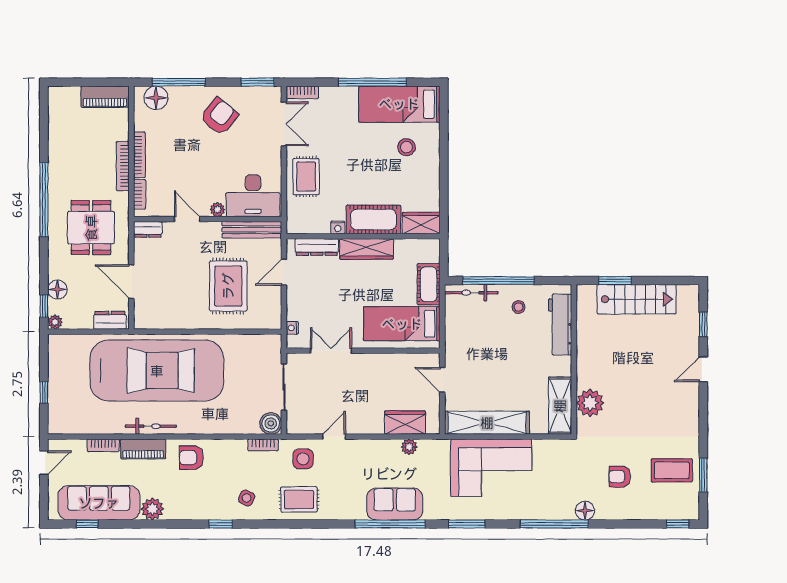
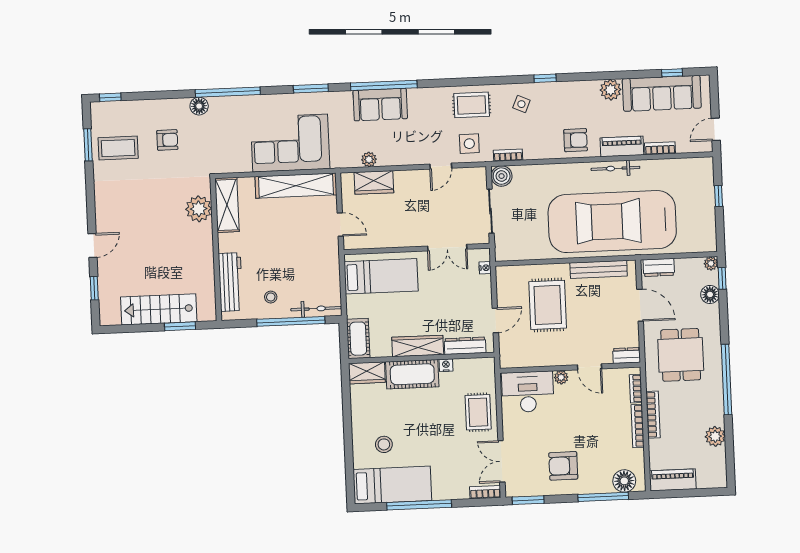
armchair: (219, 116) -> (563, 466), turned 51
plant: (58, 140) -> (715, 436), added
bench: (252, 230) -> (599, 269), moved
cot: (429, 284) -> (358, 339), moved

